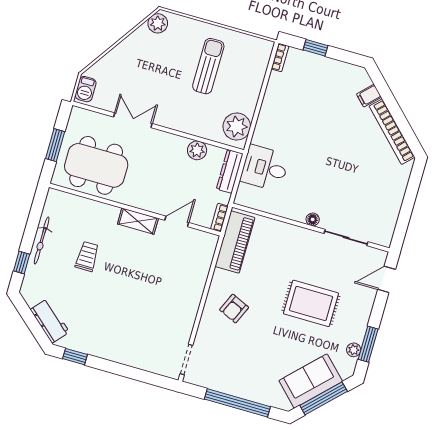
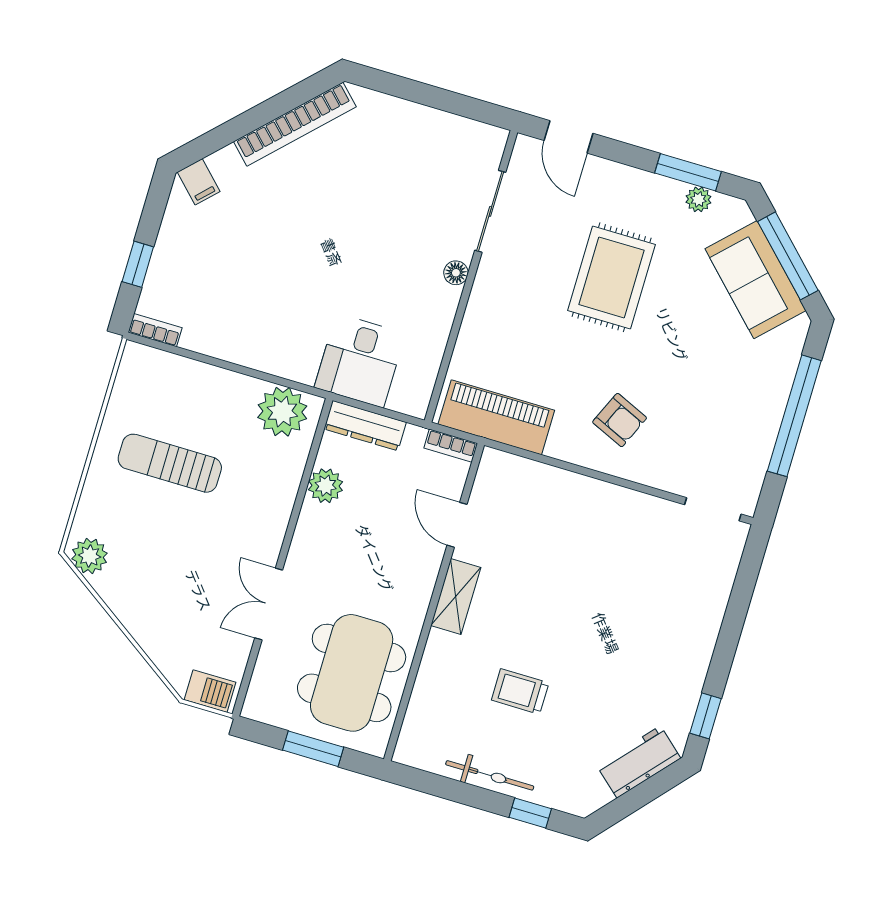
filing cabinet: (369, 96) -> (199, 182), moved

